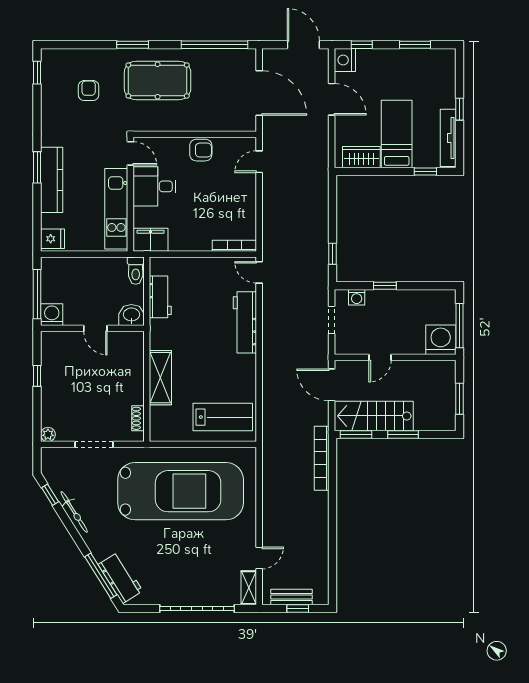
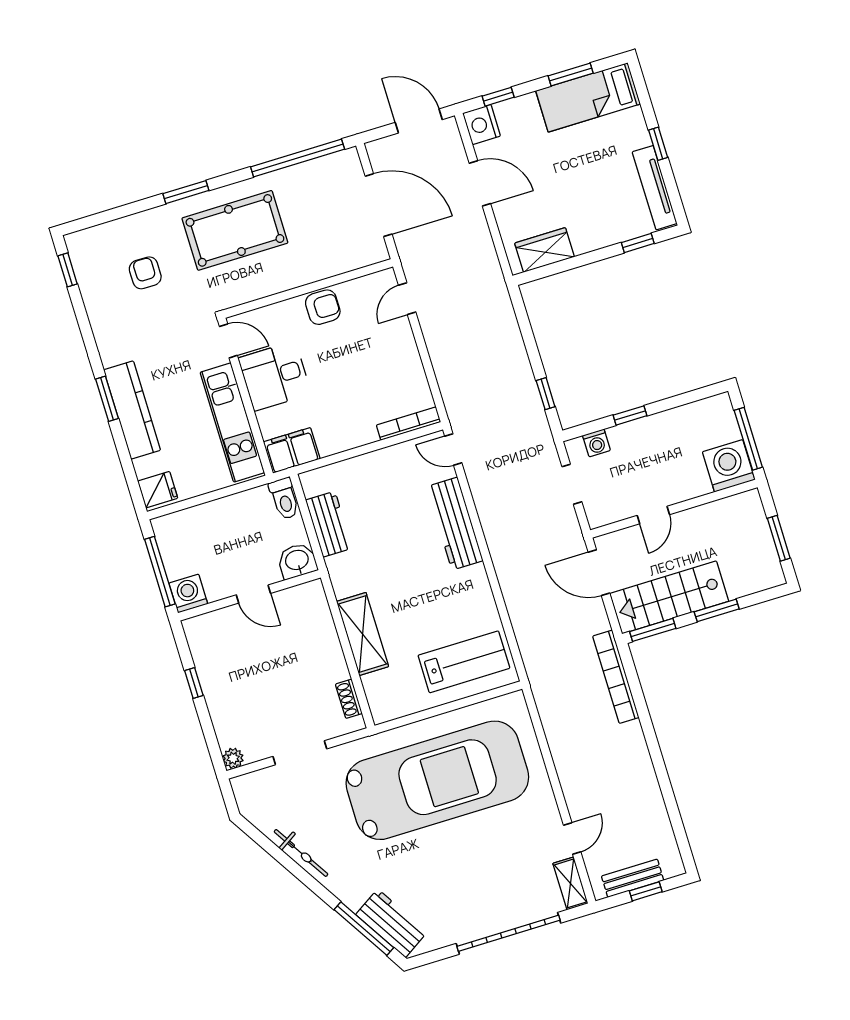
bed: (397, 134) -> (588, 97), moved, turned -90
window: (50, 495) -> (261, 840), removed

